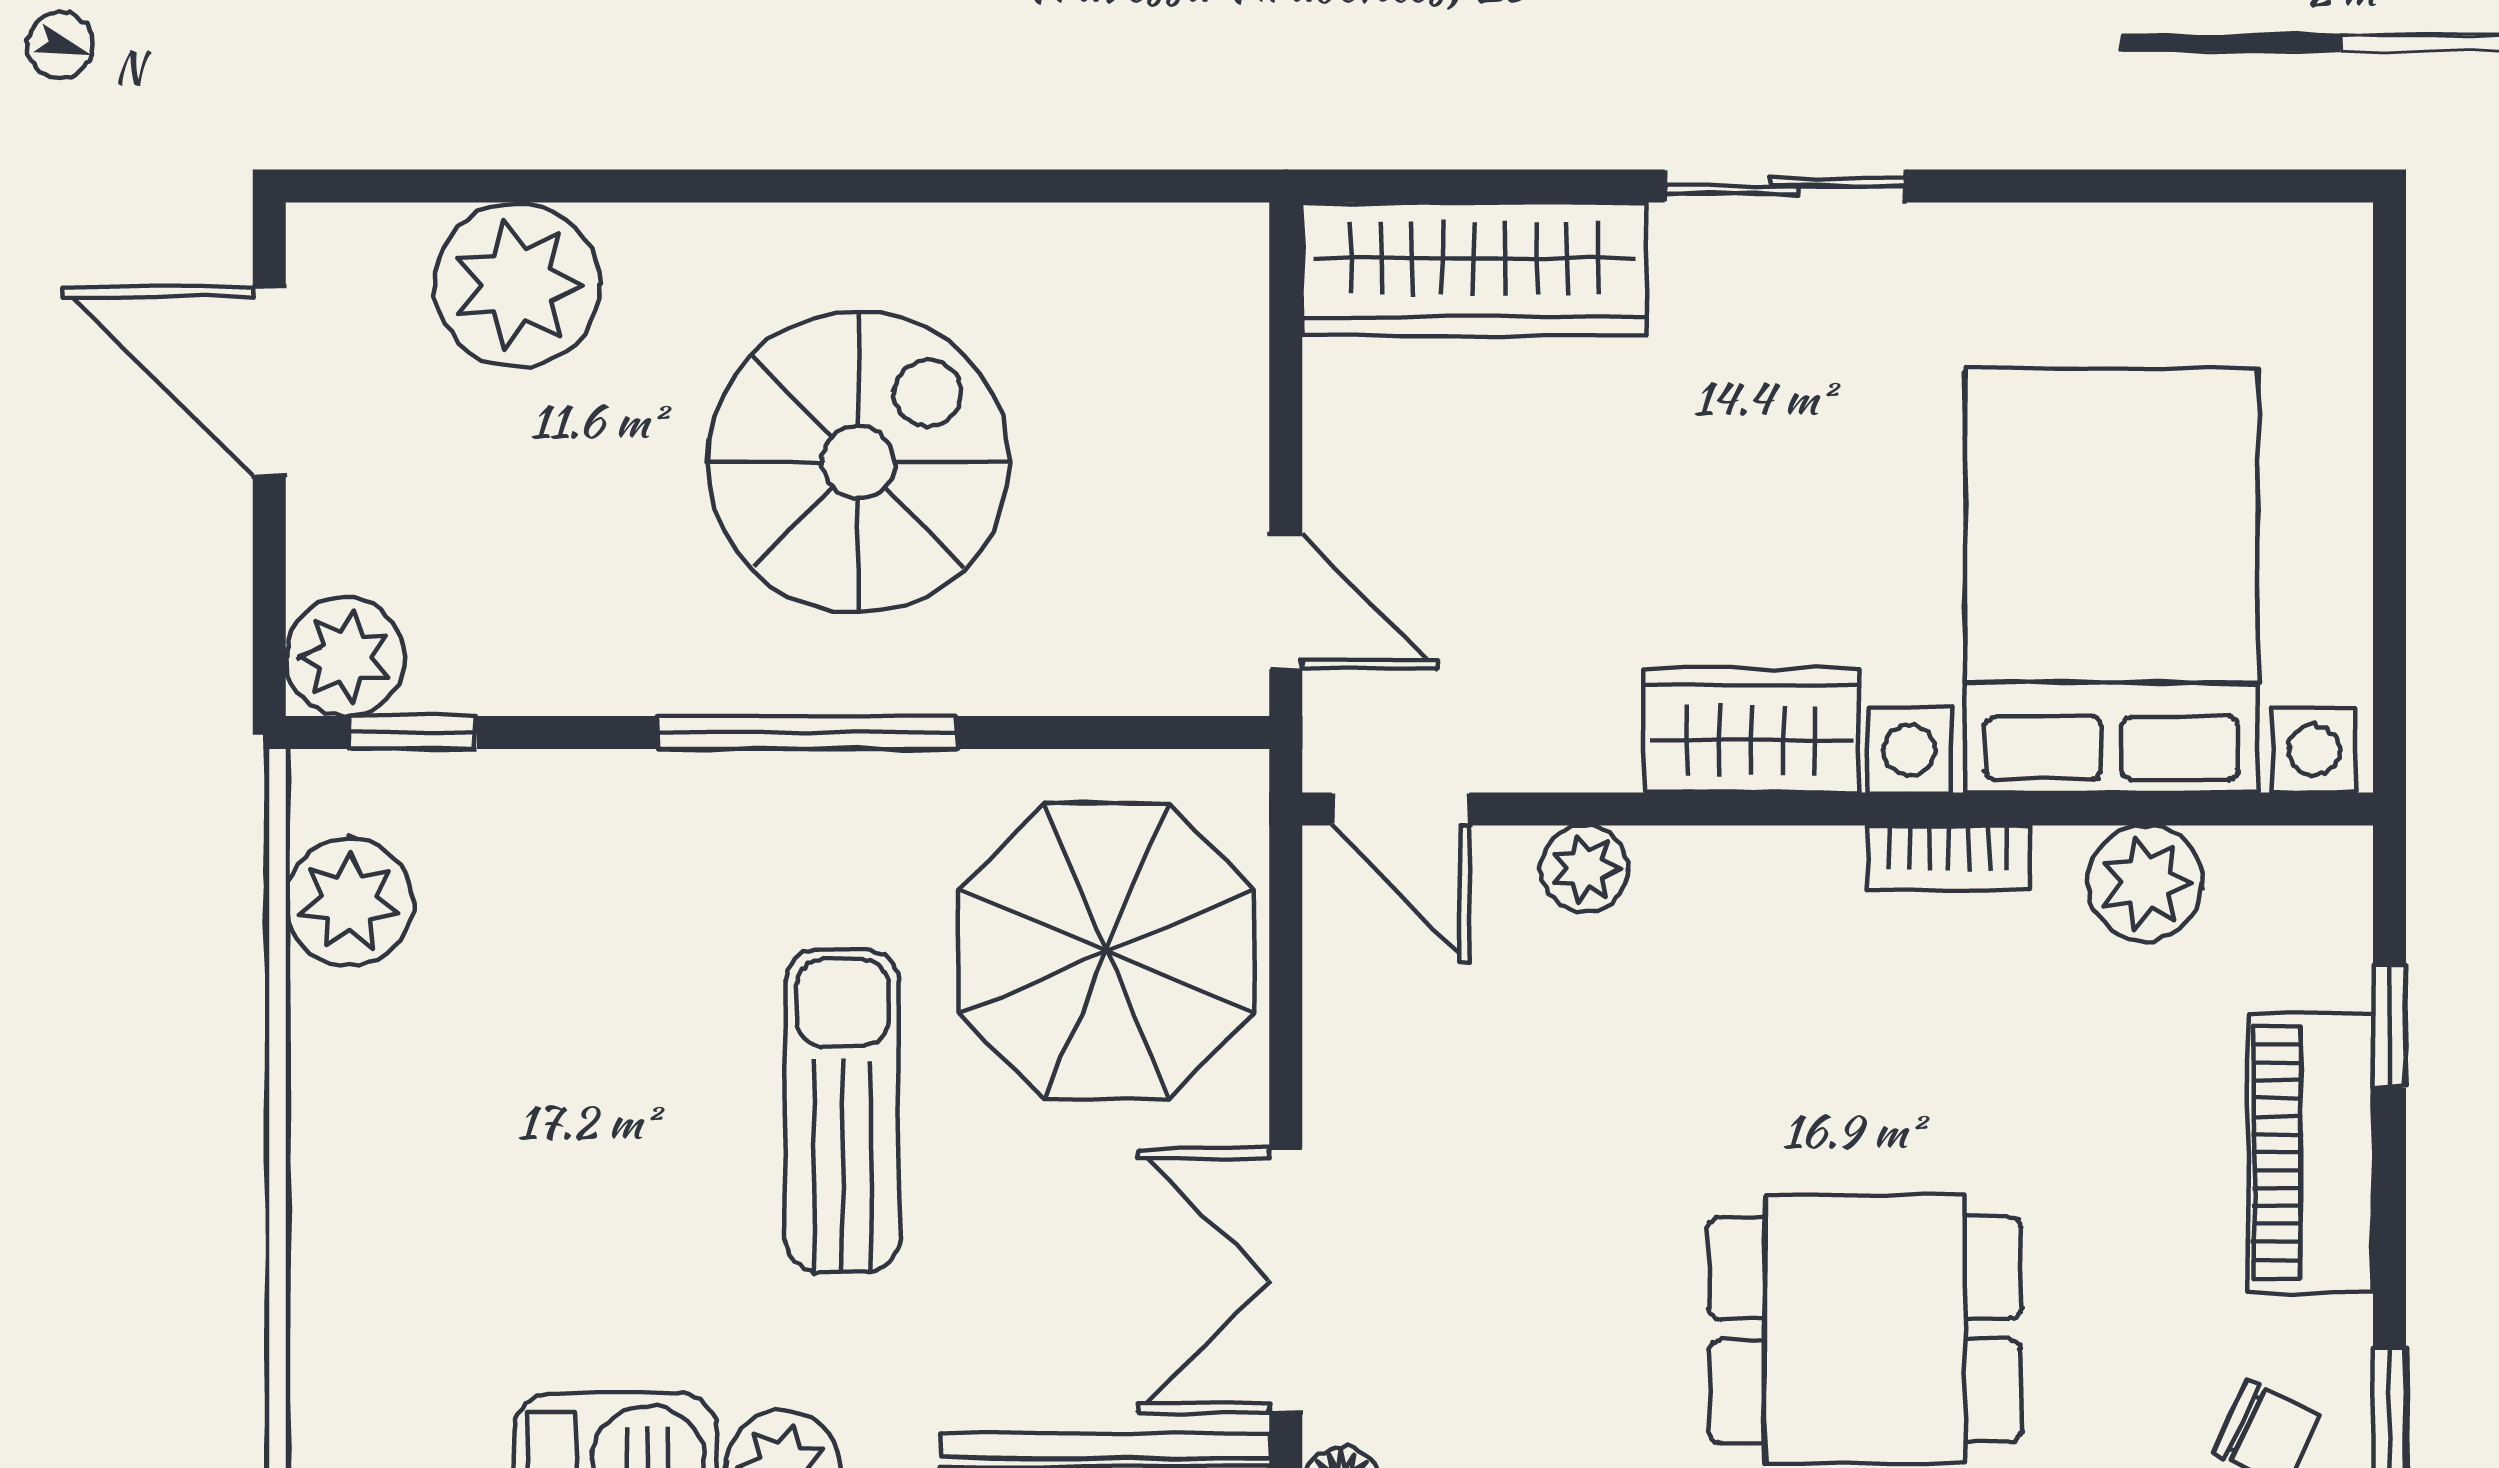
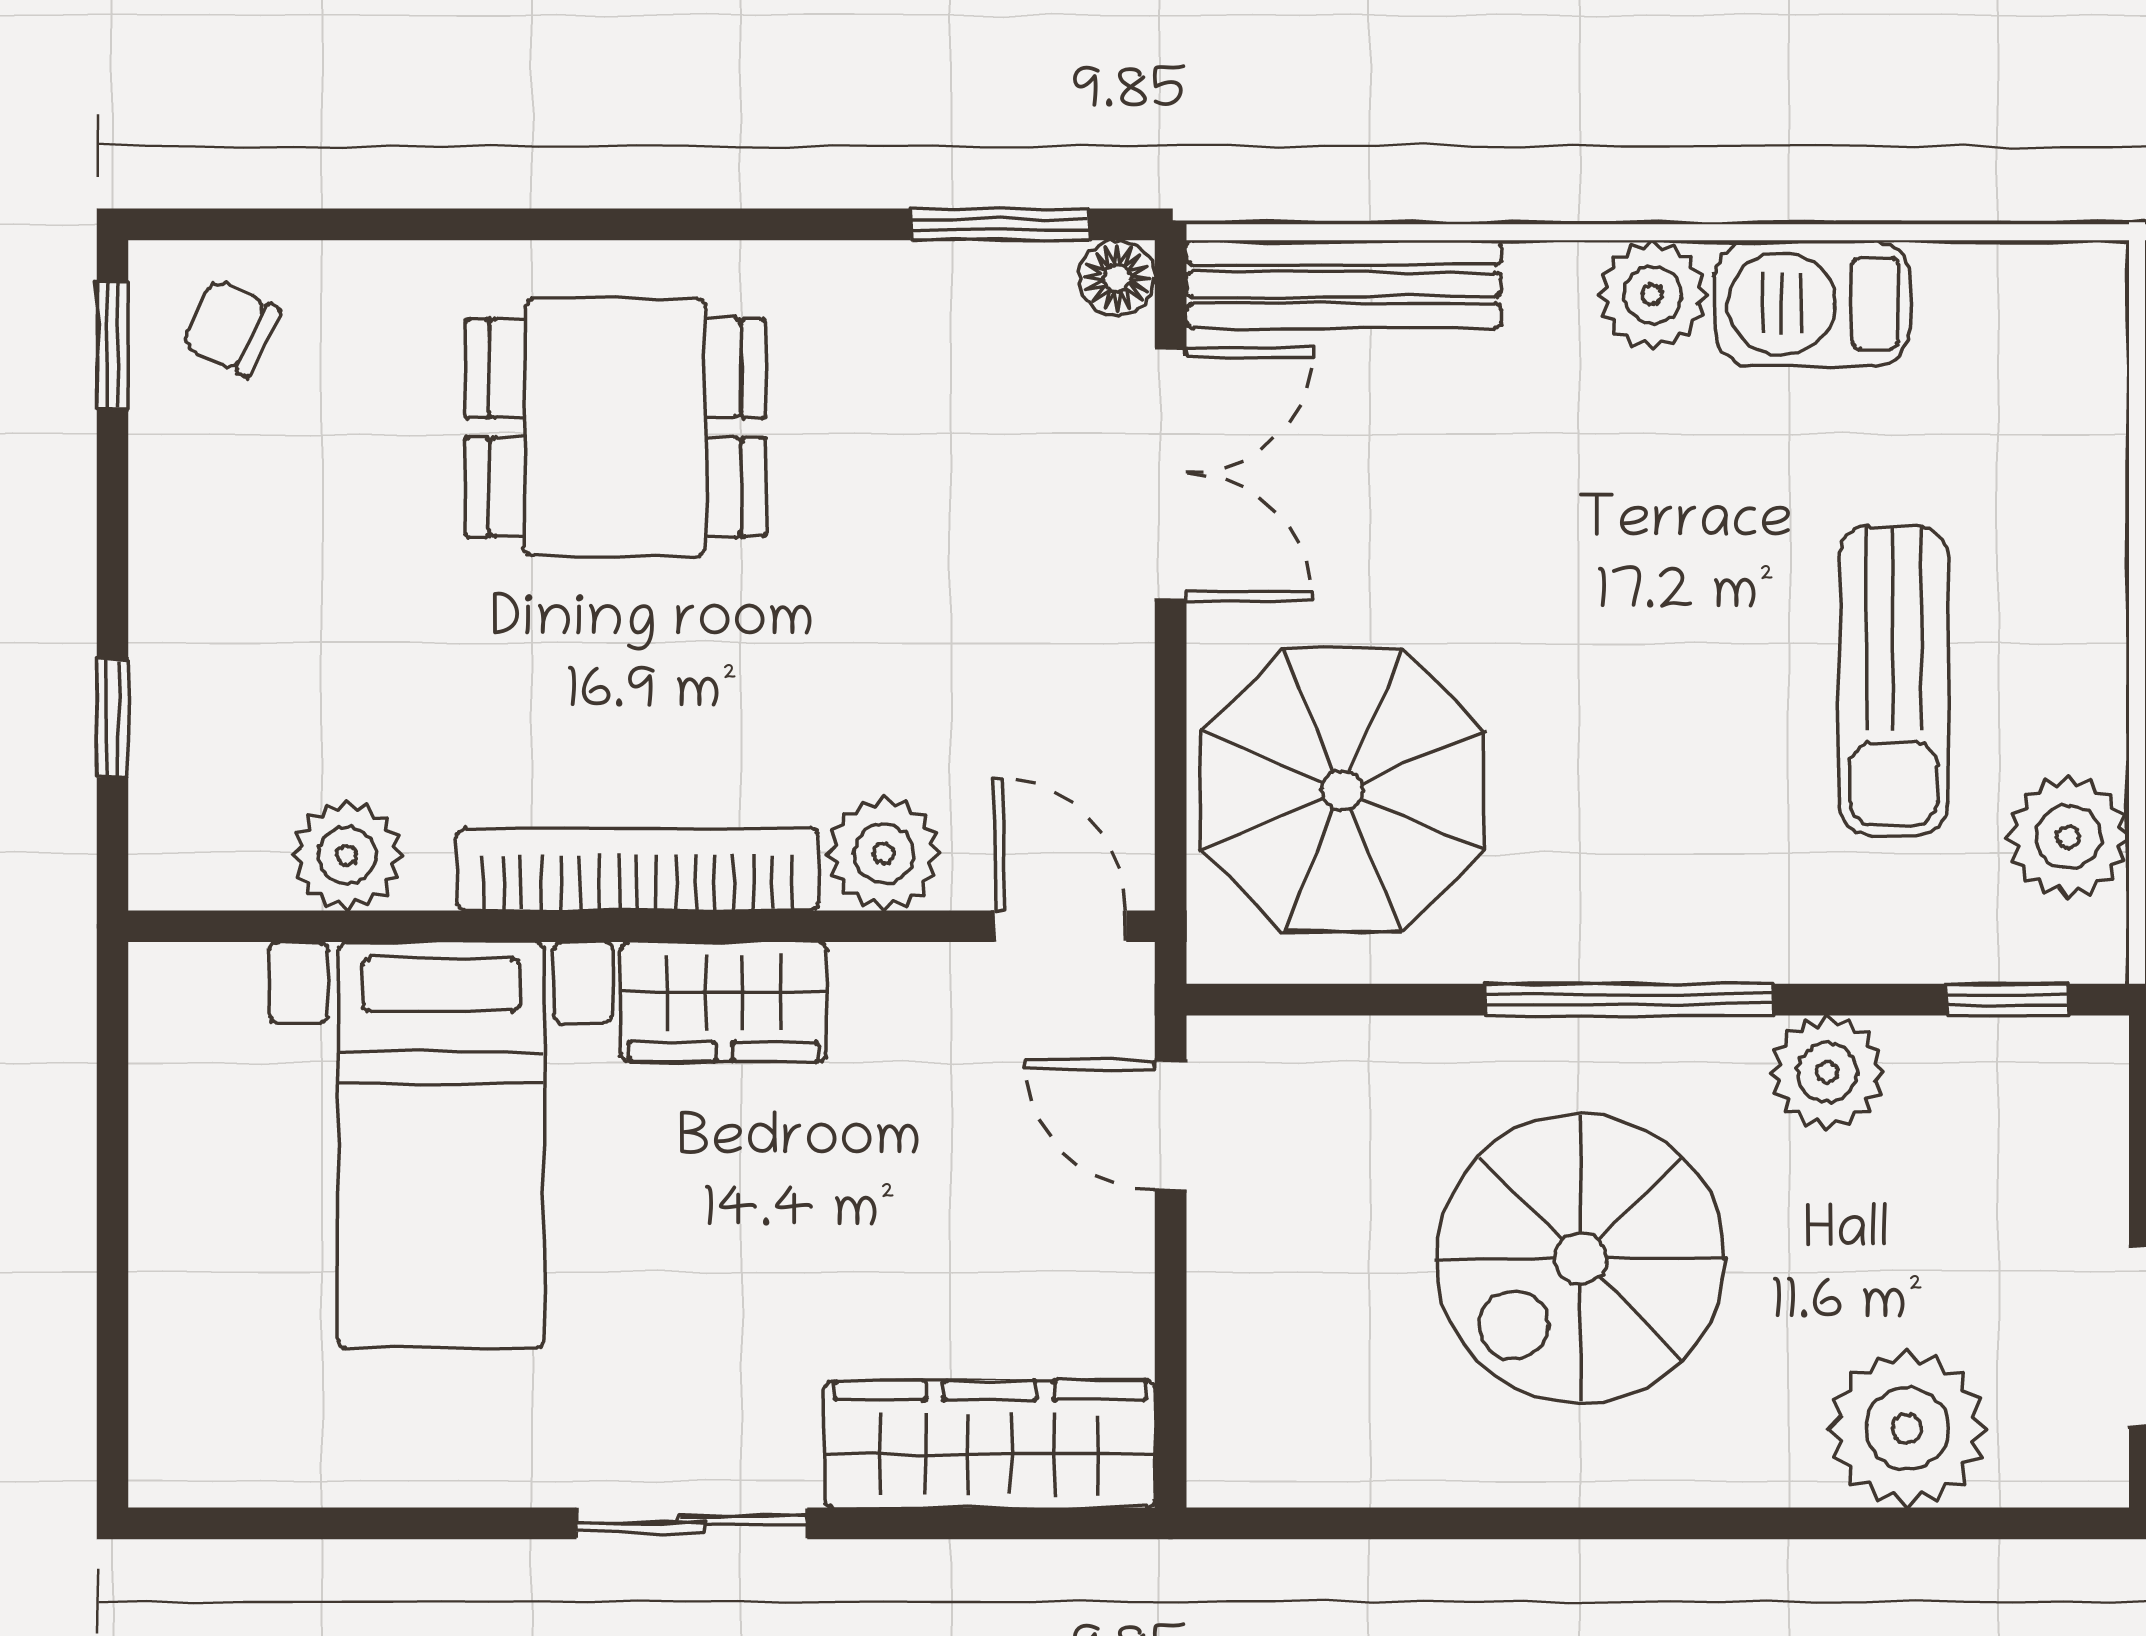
bed with nightstands: (2112, 581) -> (441, 1145), width x0.73
plant: (345, 657) -> (1827, 1072), moved
bookcase: (1949, 858) -> (638, 870), width x2.31, depth x1.31
plant: (1585, 869) -> (884, 854), width x1.38, depth x1.38
sun lounger: (842, 1111) -> (1894, 680), moved
piano: (2311, 1153) -> (188, 597), removed

